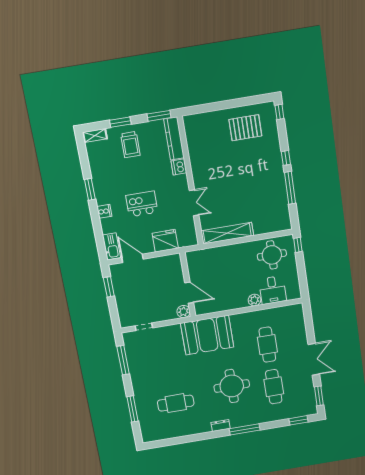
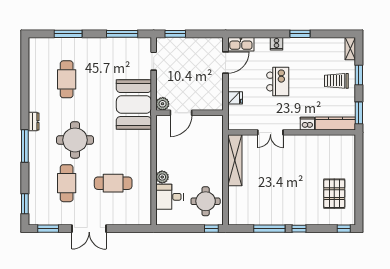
fridge: (165, 241) -> (235, 98), width x0.53, depth x0.75
window: (109, 287) -> (175, 34), moved
booth: (207, 335) -> (134, 105), moved
cafe table: (274, 387) -> (67, 183), turned 90

